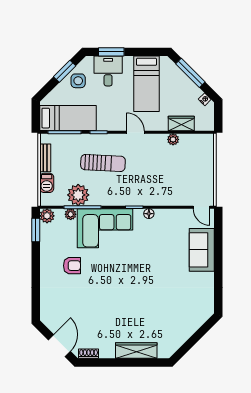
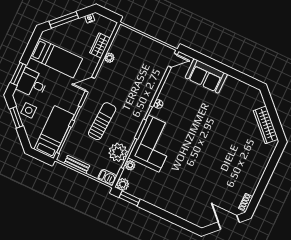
barbecue: (47, 183) -> (107, 177), moved
armchair: (72, 266) -> (171, 183), removed
wardrobe: (136, 350) -> (266, 125), moved, turned -45

